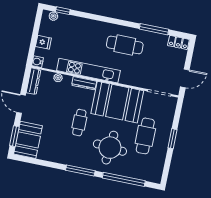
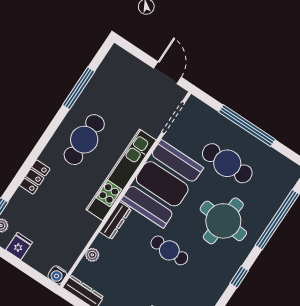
fridge: (43, 42) -> (19, 246), moved
locker: (178, 42) -> (35, 177), moved
kitchen unit: (88, 71) -> (121, 175), moved
window: (172, 139) -> (247, 126), width x2.11
window: (80, 171) -> (239, 277), width x0.46

